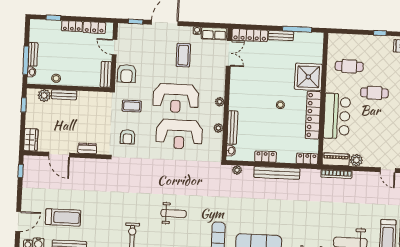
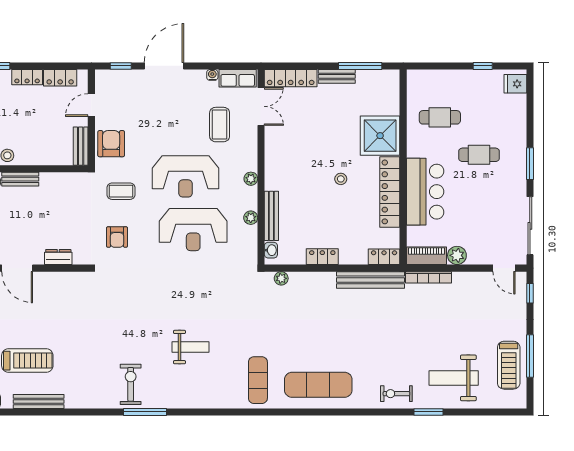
door: (114, 47) -> (91, 105), hinge flipped
coffee table: (183, 55) -> (220, 125), moved
armchair: (127, 74) -> (111, 144), turned 180
bench: (277, 173) -> (370, 280), moved

